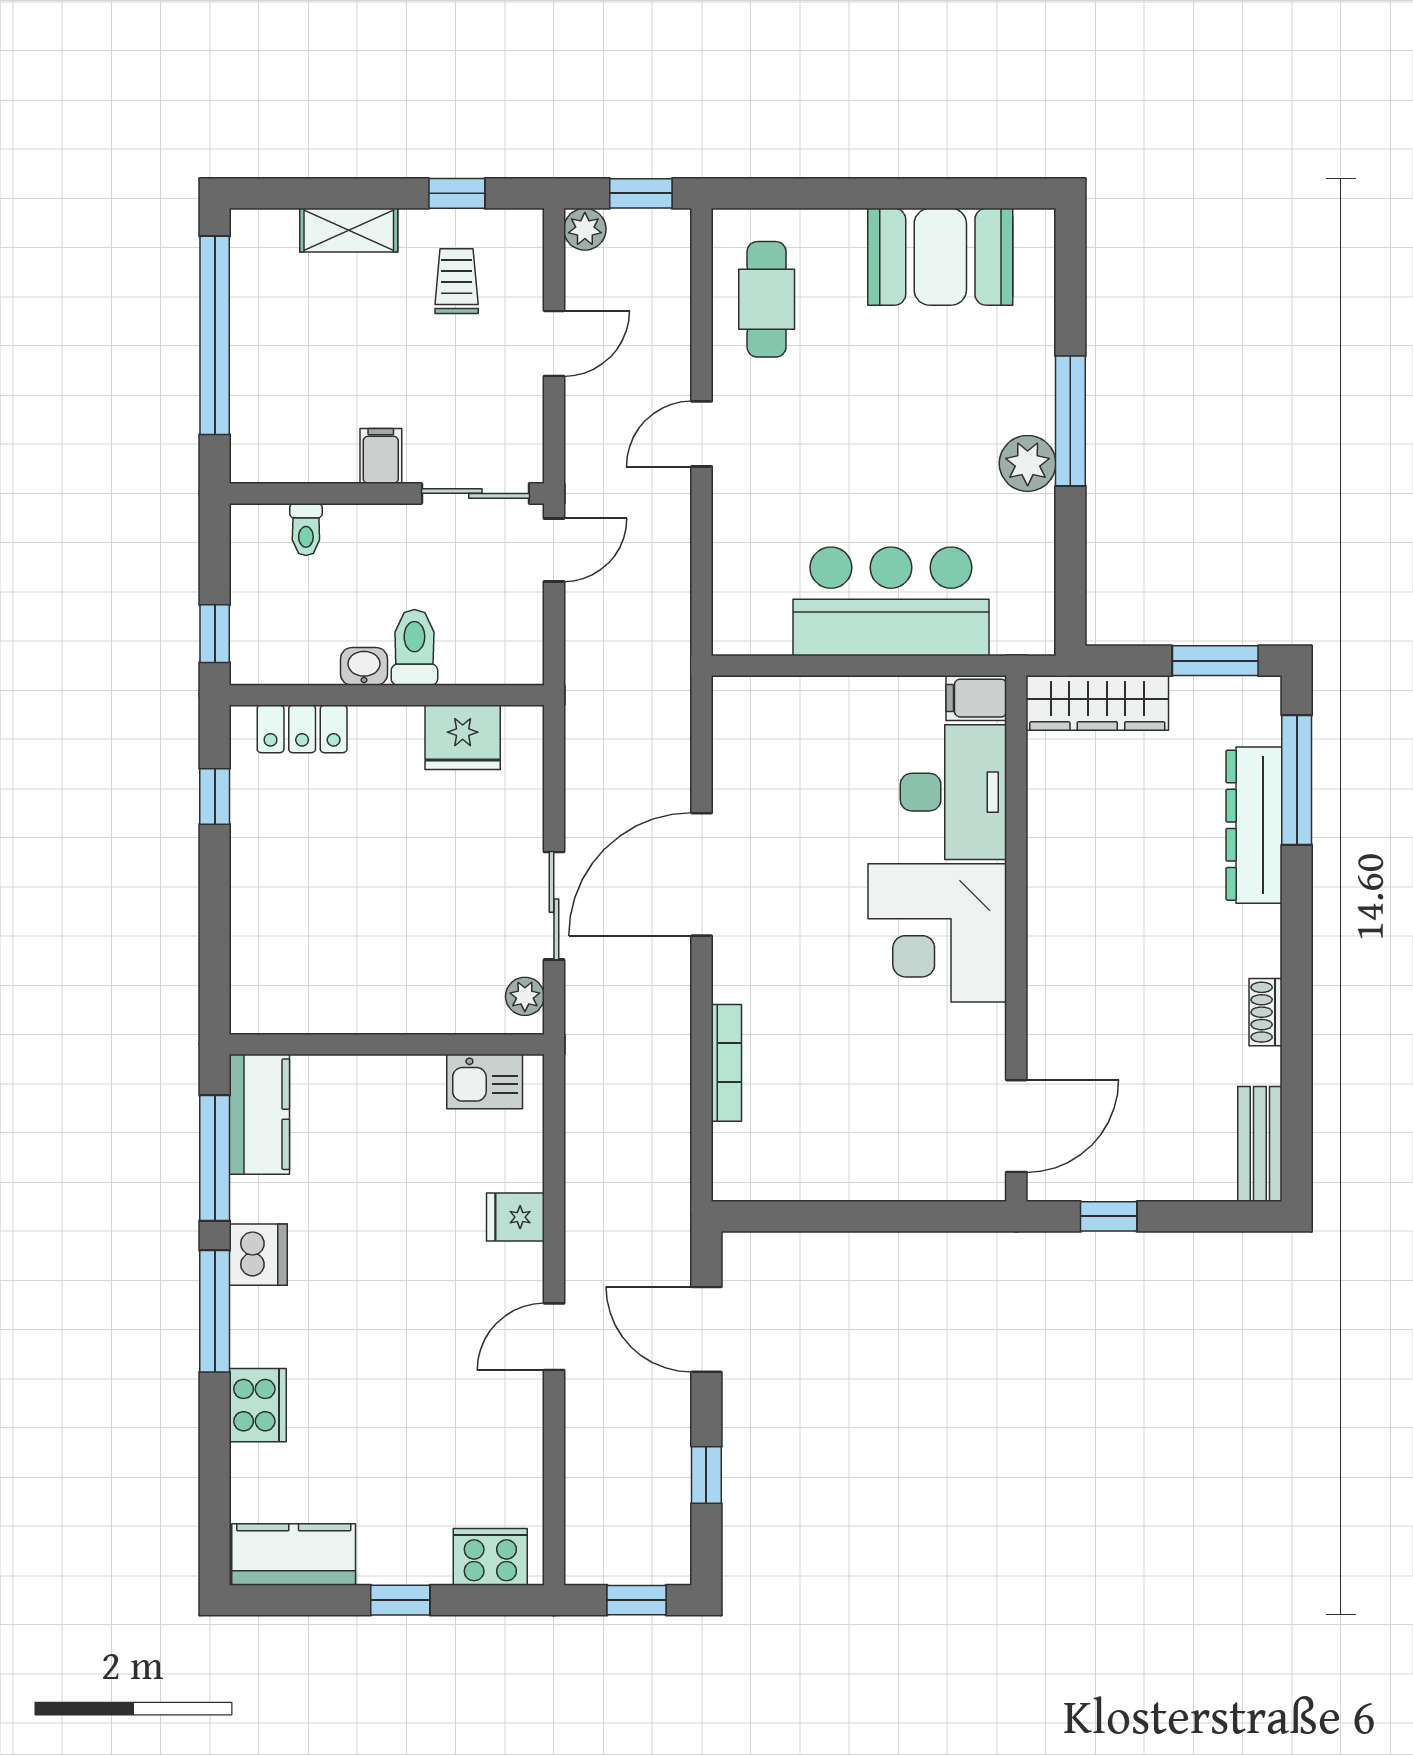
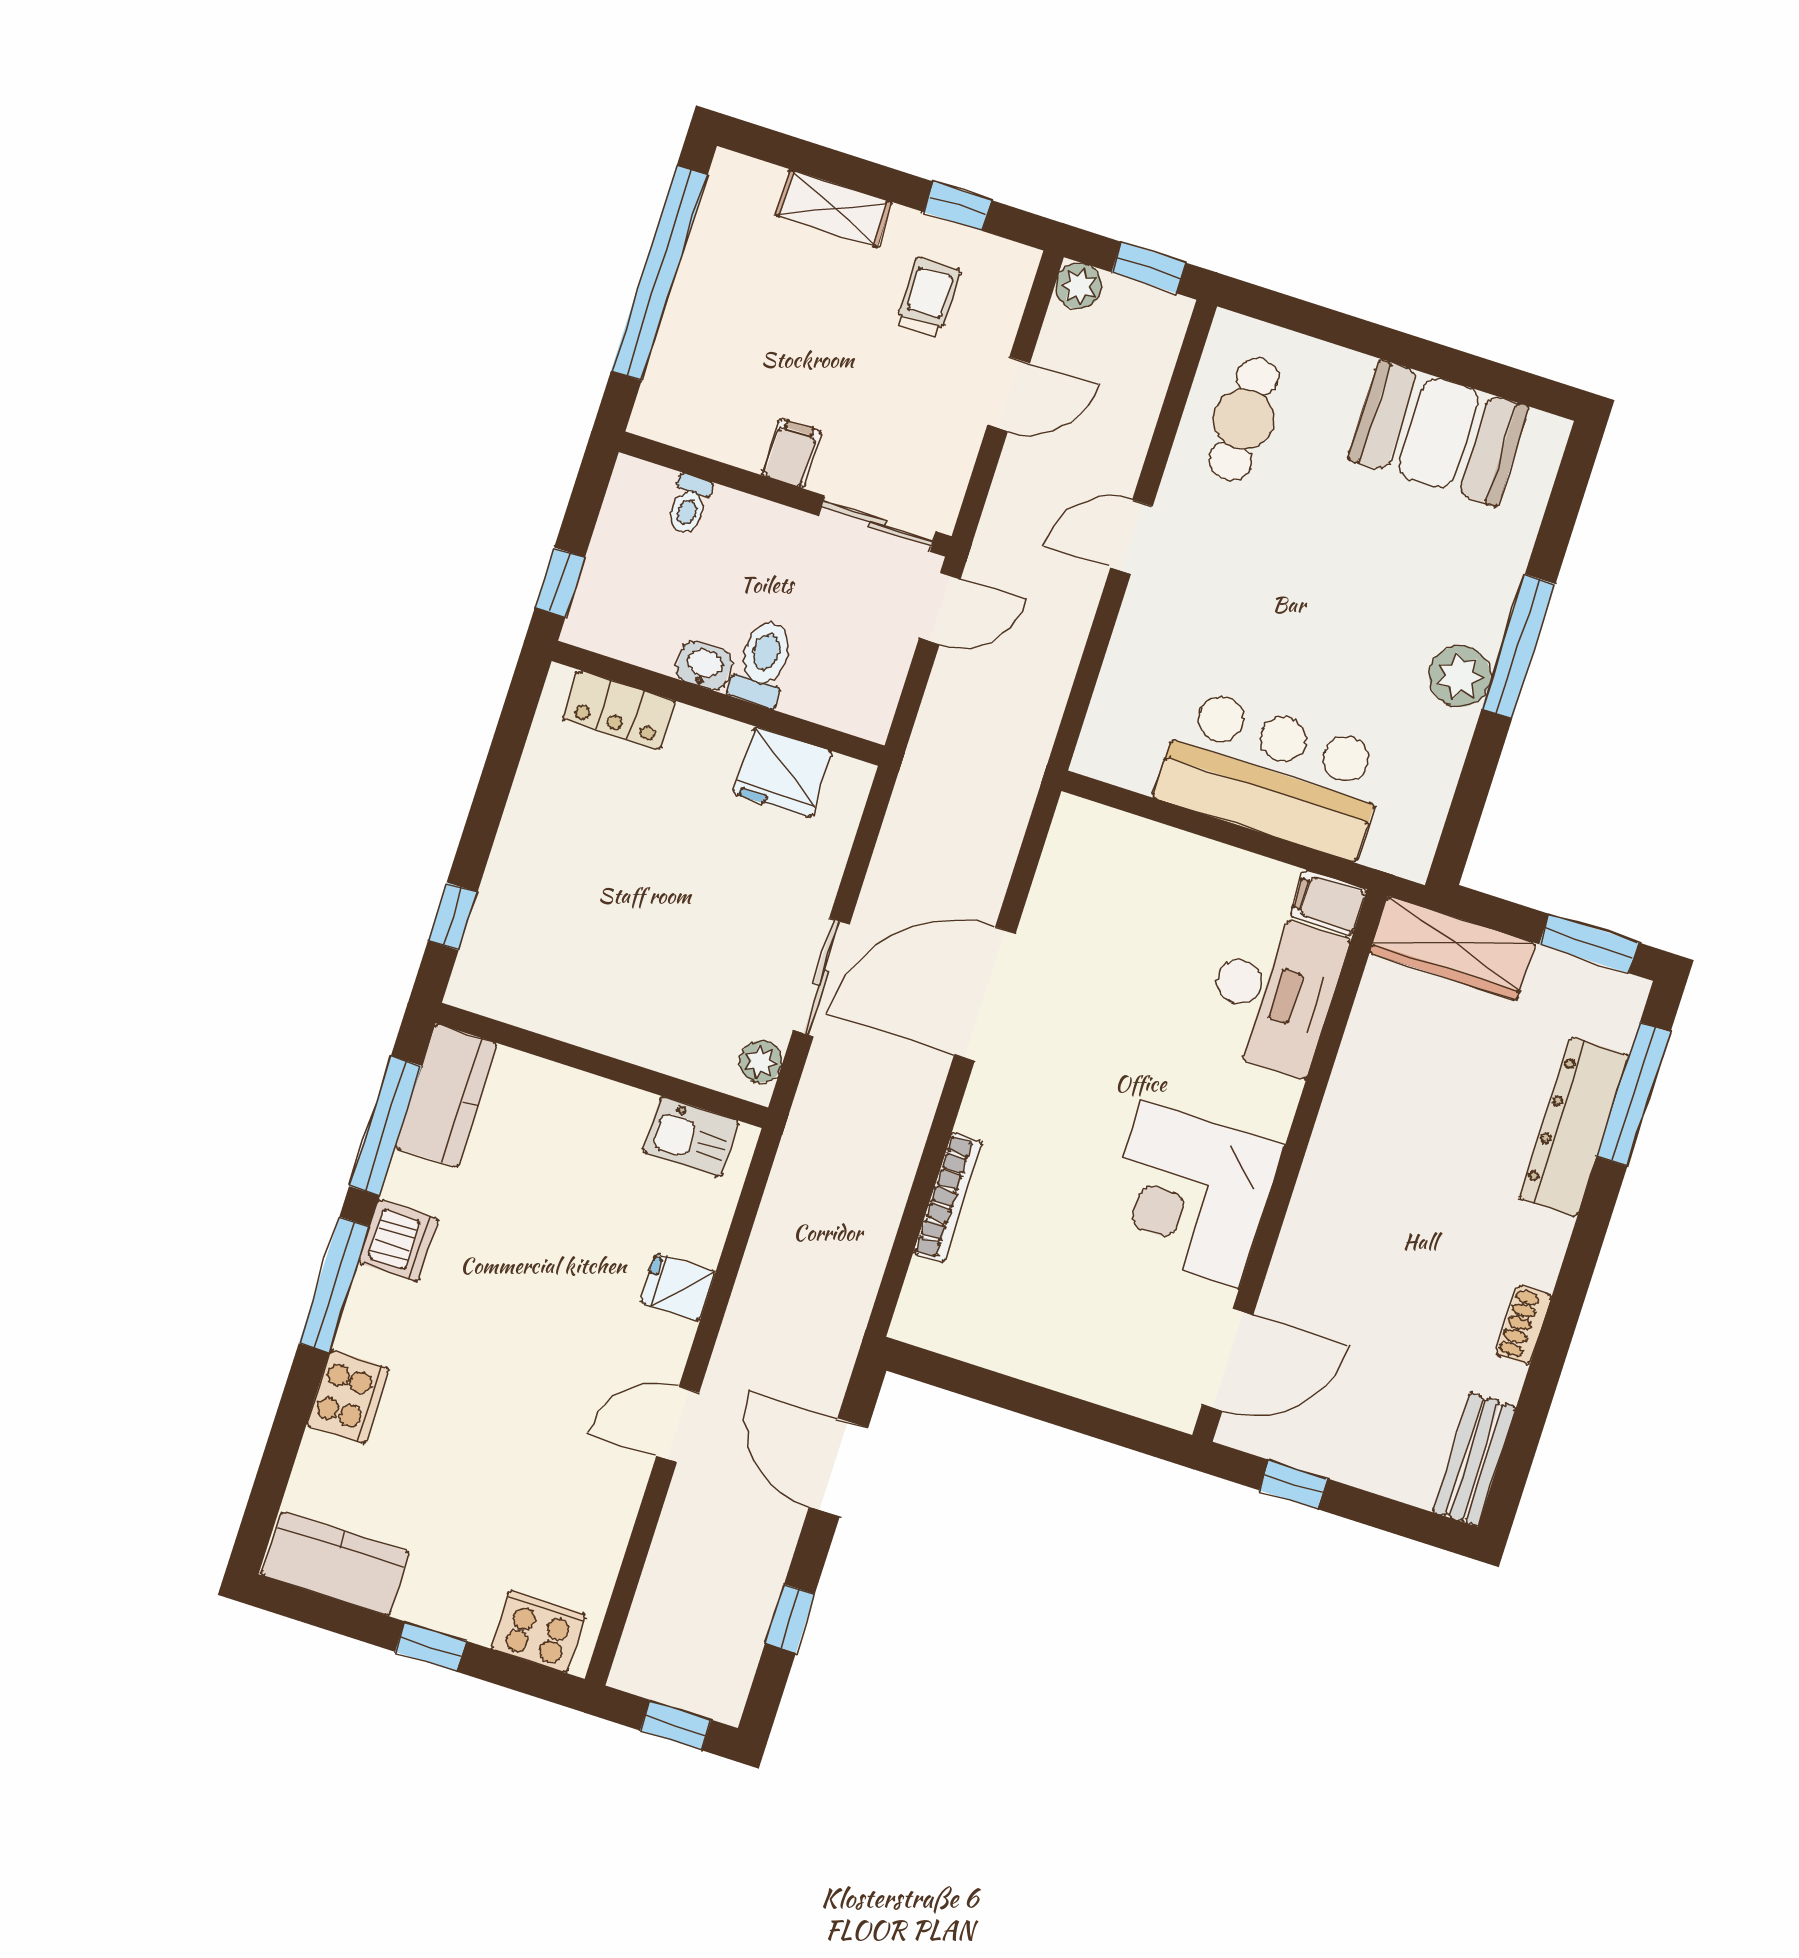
window: (215, 796) -> (453, 916), moved
corner desk: (937, 933) -> (1190, 1194), moved

